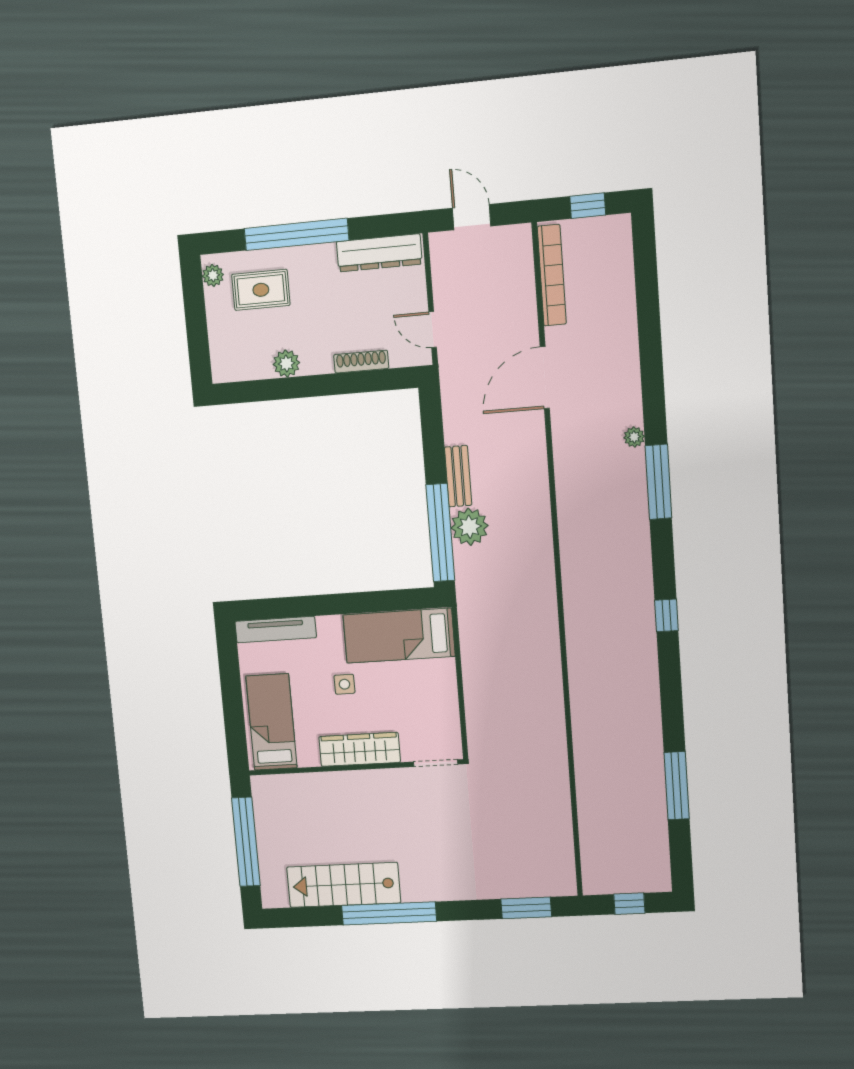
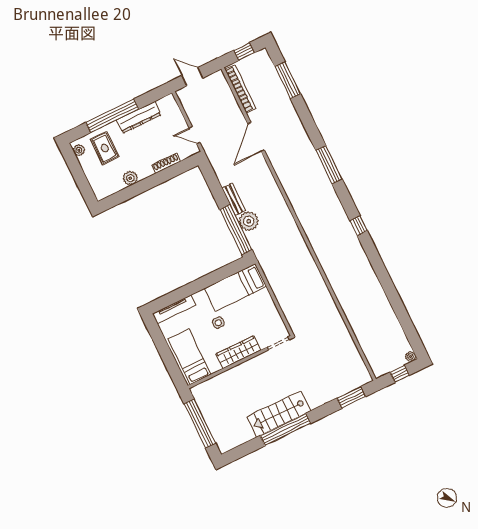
dresser: (379, 253) -> (139, 117), moved
rug: (261, 290) -> (105, 148), turned 90
plant: (634, 437) -> (411, 357), moved
window: (677, 786) -> (288, 80), moved
stairs: (344, 885) -> (279, 414), moved

